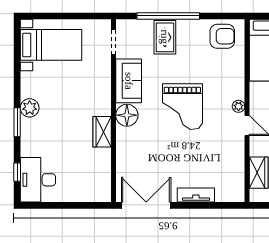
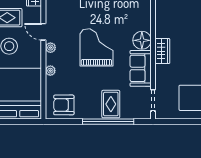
plant: (239, 78) -> (50, 71), added
wardrobe: (102, 132) -> (162, 51), moved

